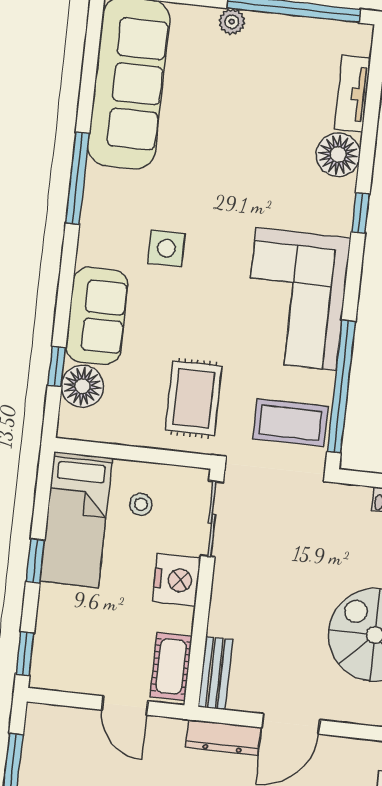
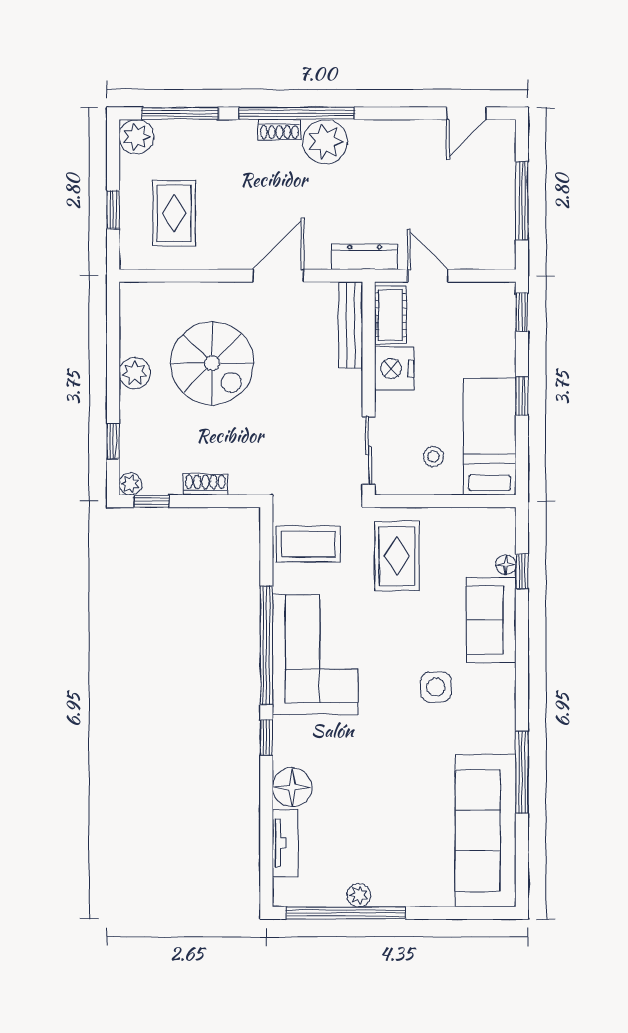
plant: (232, 22) -> (359, 895), moved
window: (77, 178) -> (522, 772), moved
floor lamp: (82, 386) -> (506, 565), width x0.53, depth x0.53
window: (341, 386) -> (266, 645), moved
nightstand: (176, 580) -> (394, 368), moved
bench: (215, 673) -> (350, 325), width x1.36
dresser: (223, 737) -> (365, 257), moved

